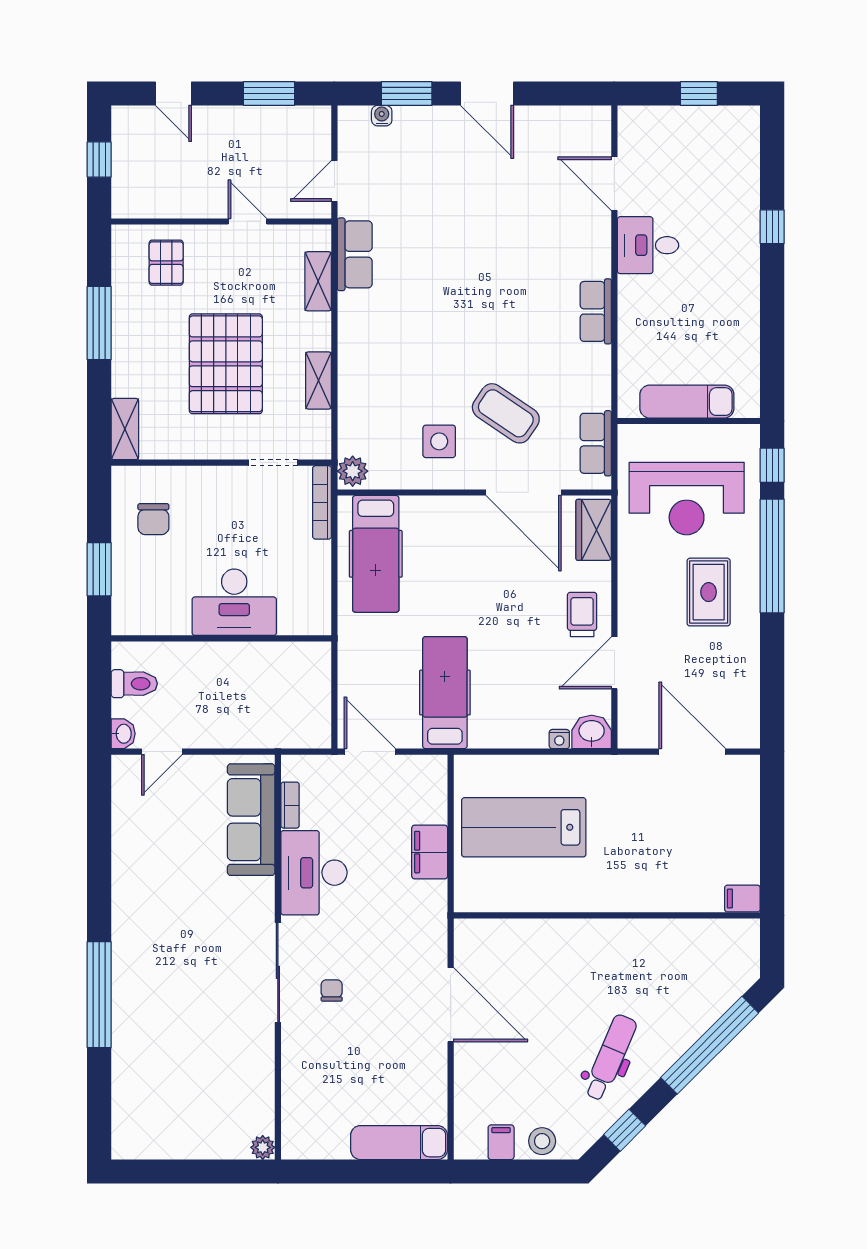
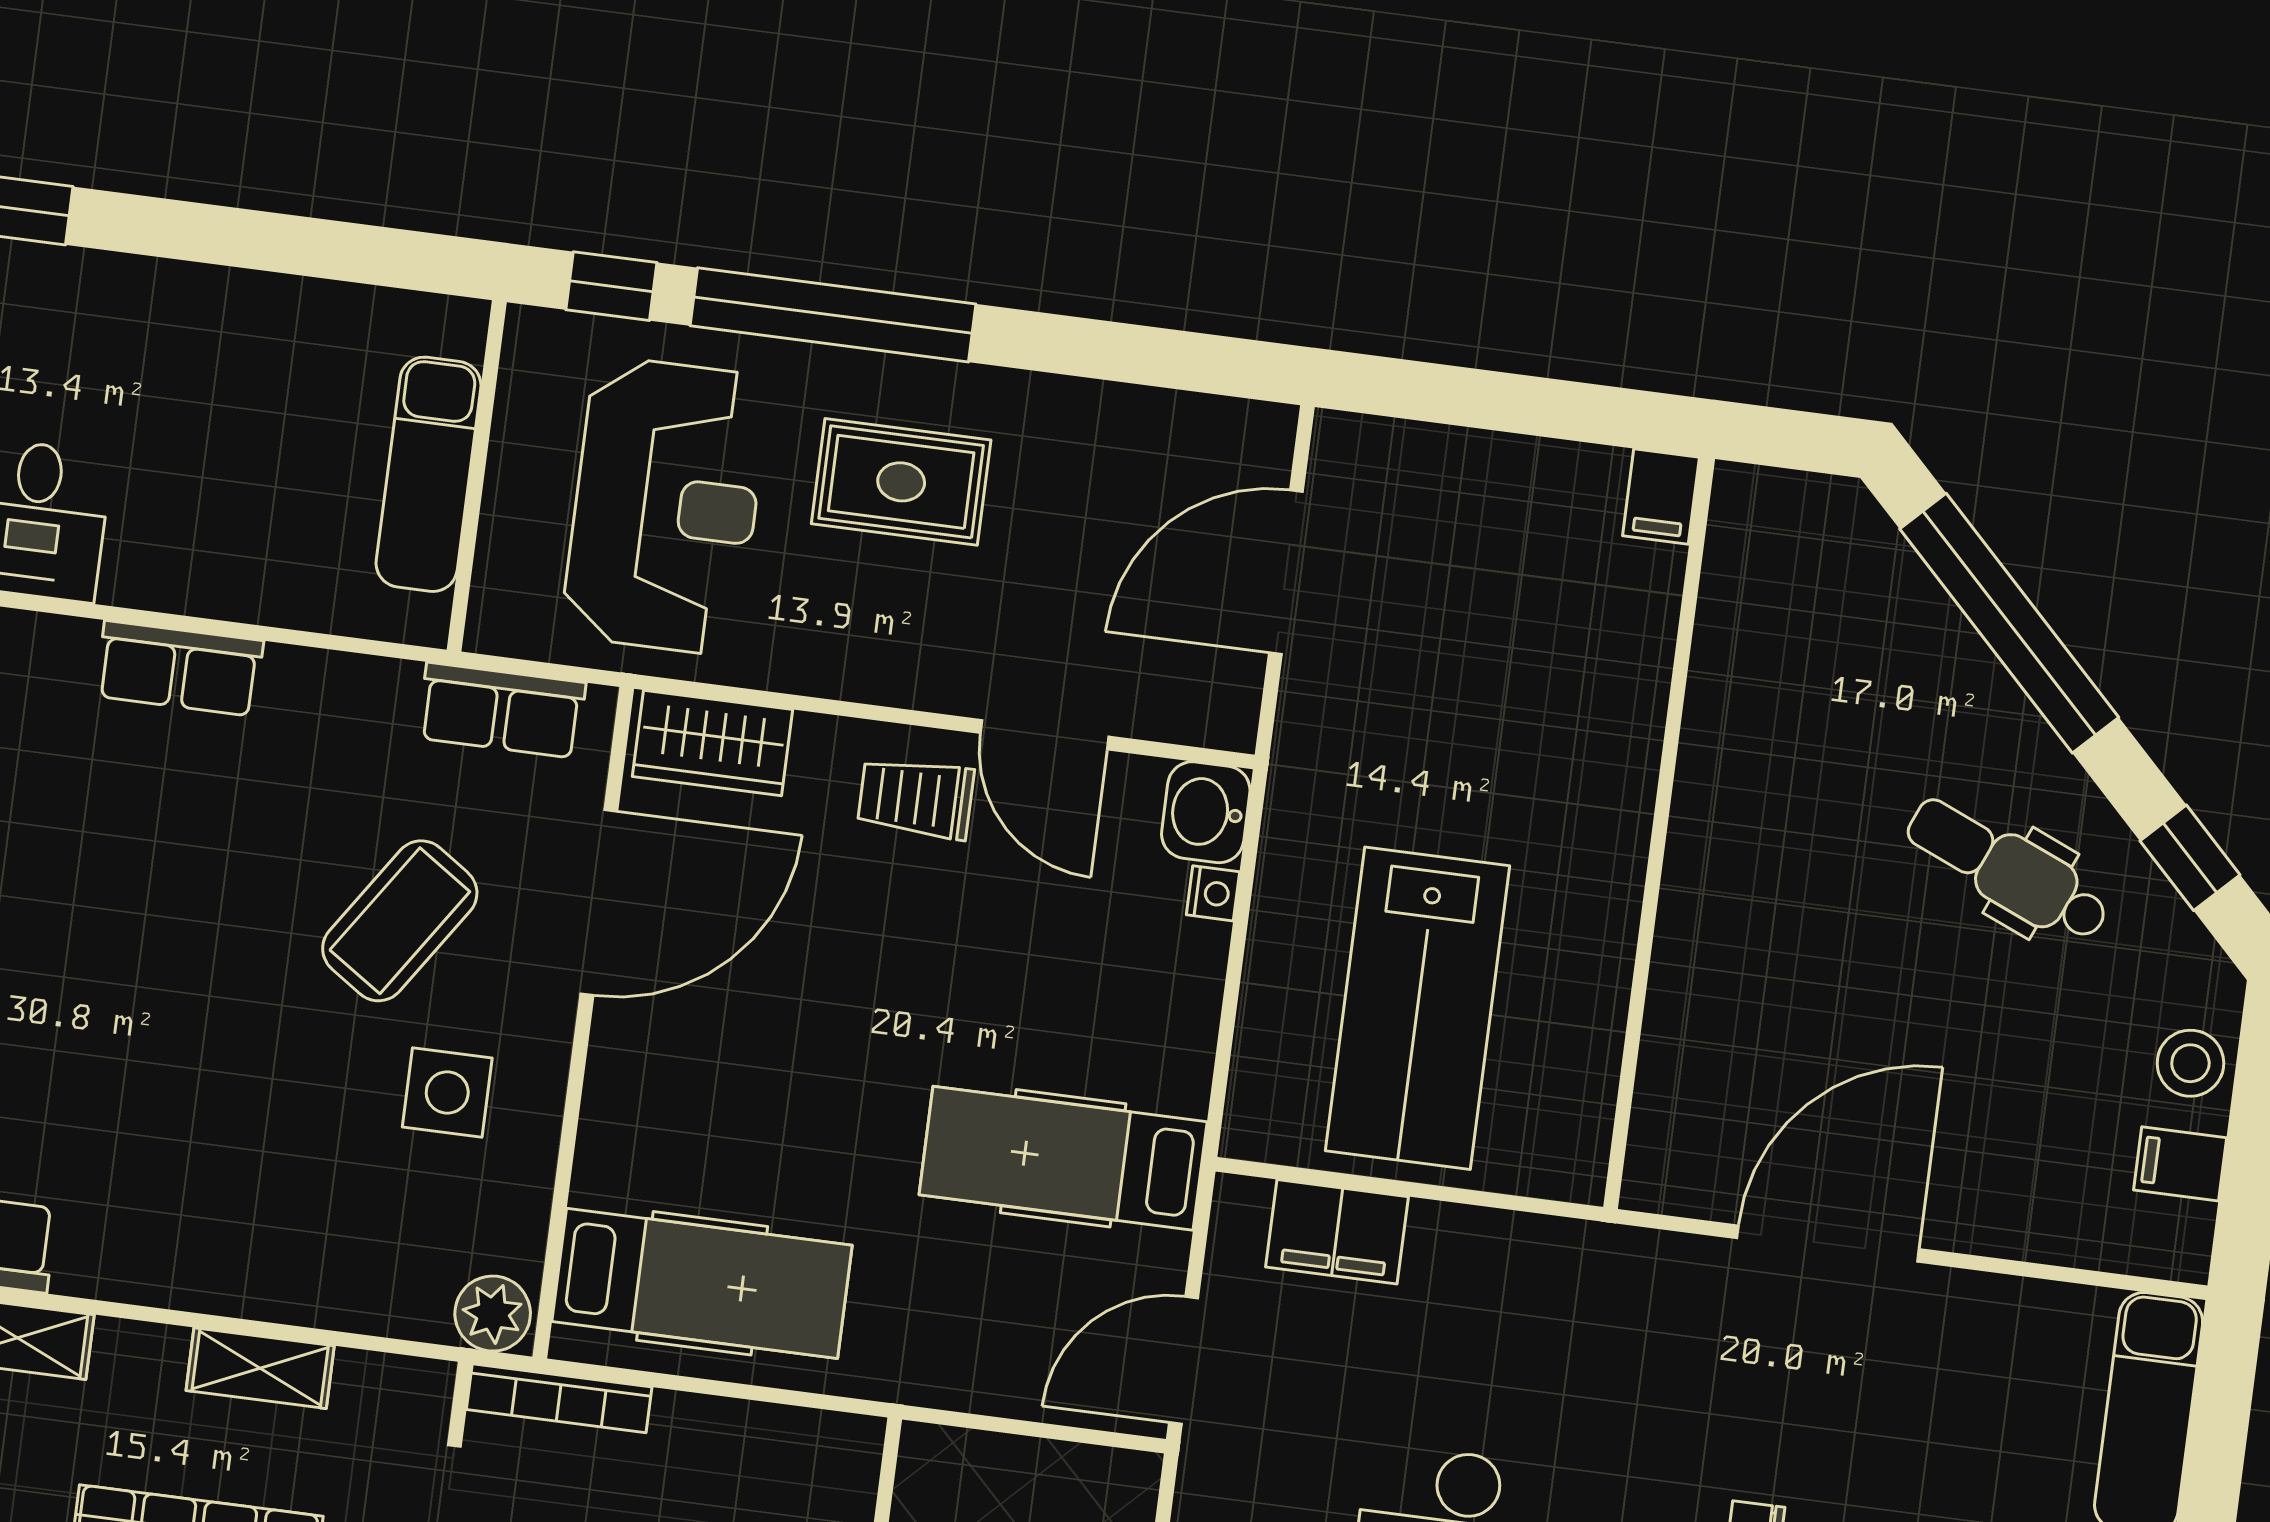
filing cabinet: (430, 852) -> (1337, 1232), moved

